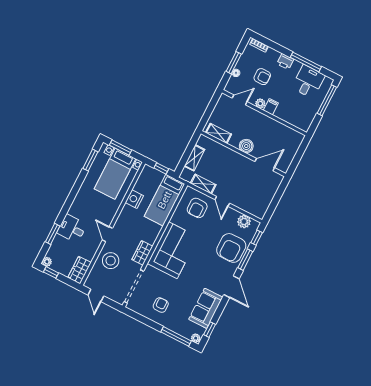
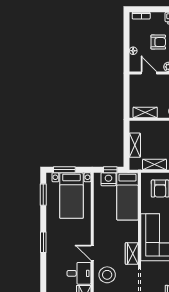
window: (234, 63) -> (126, 43), removed
door: (240, 100) -> (149, 73), hinge flipped
nightstand: (134, 199) -> (108, 179), moved, turned 90
desk: (72, 229) -> (79, 273), moved, turned 180
window: (53, 234) -> (43, 242), moved

